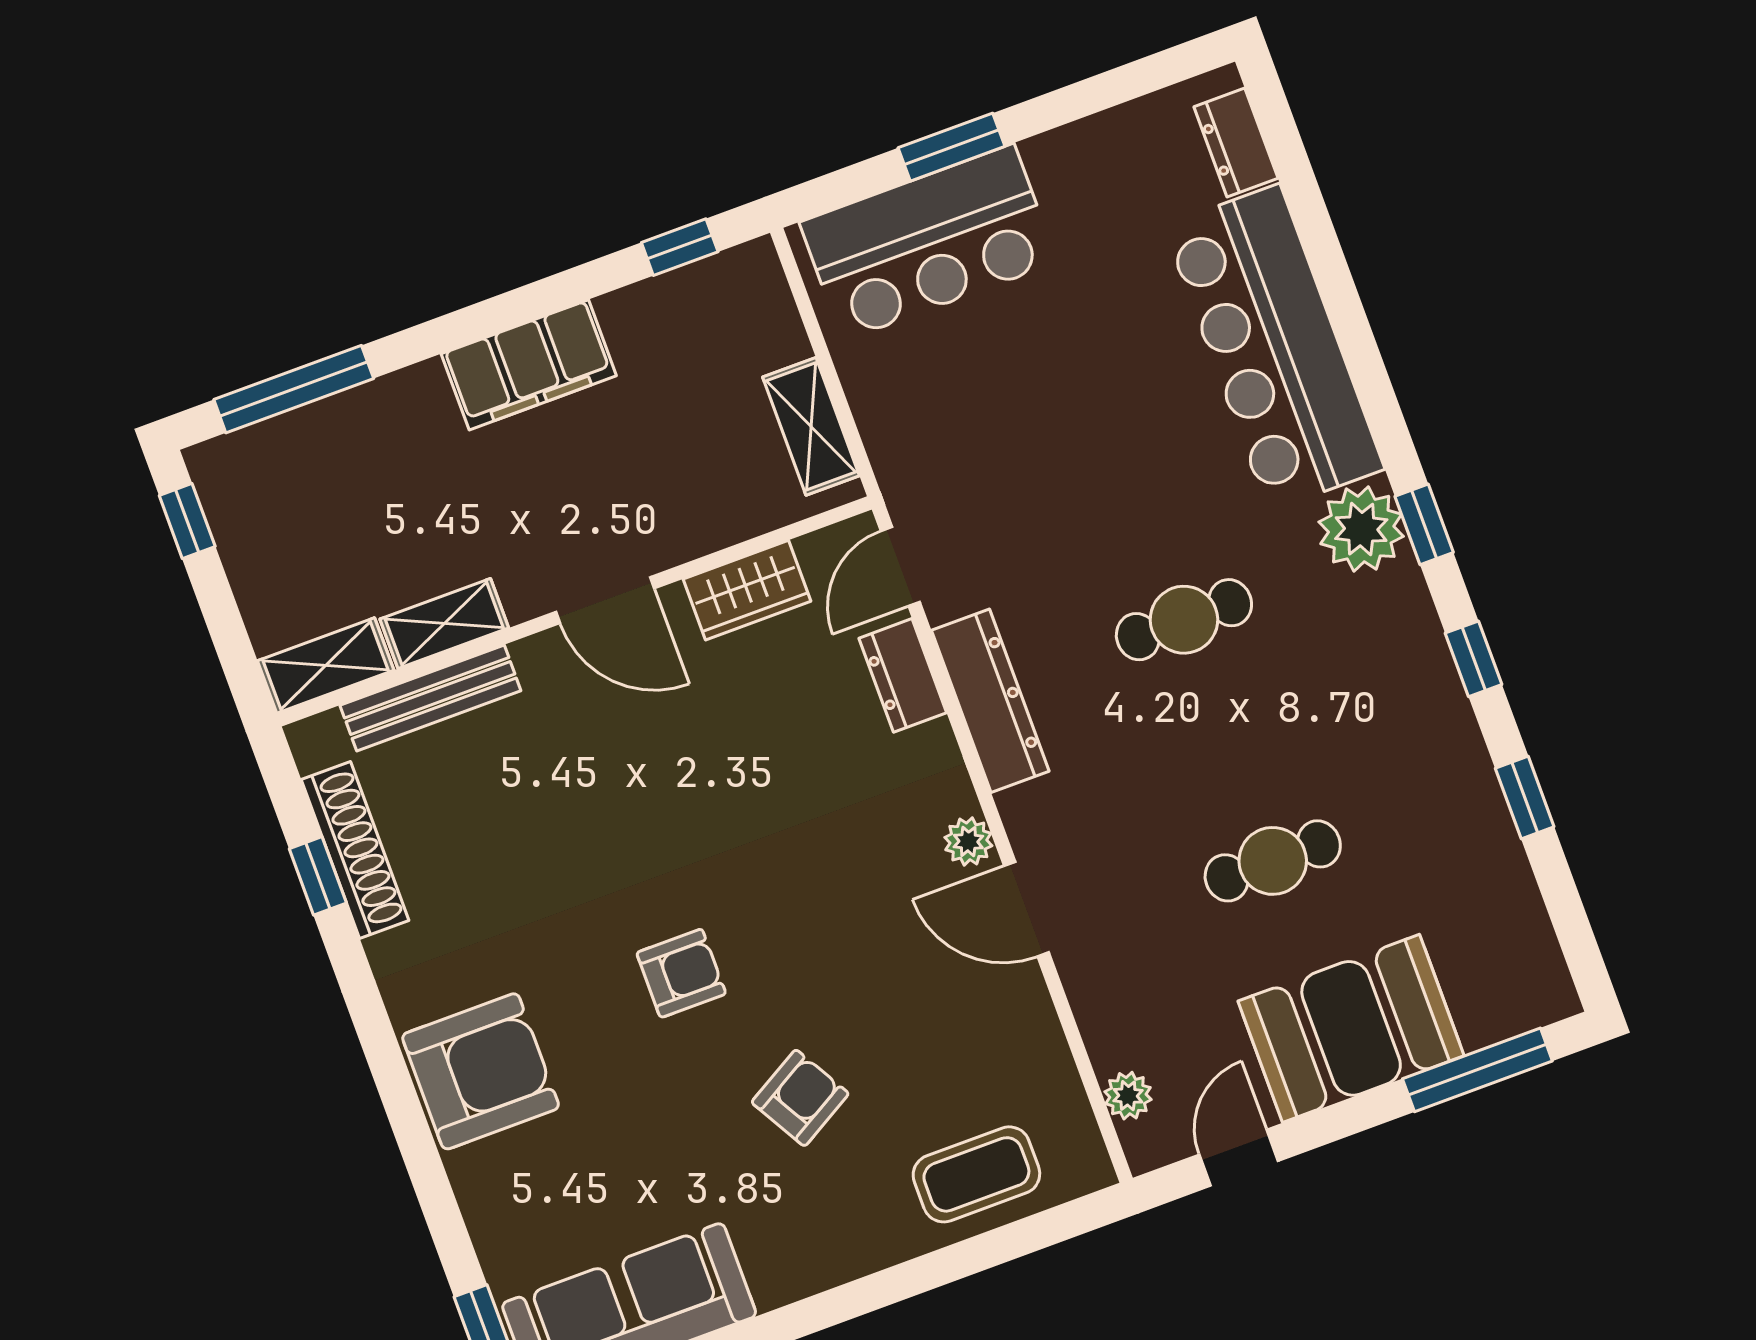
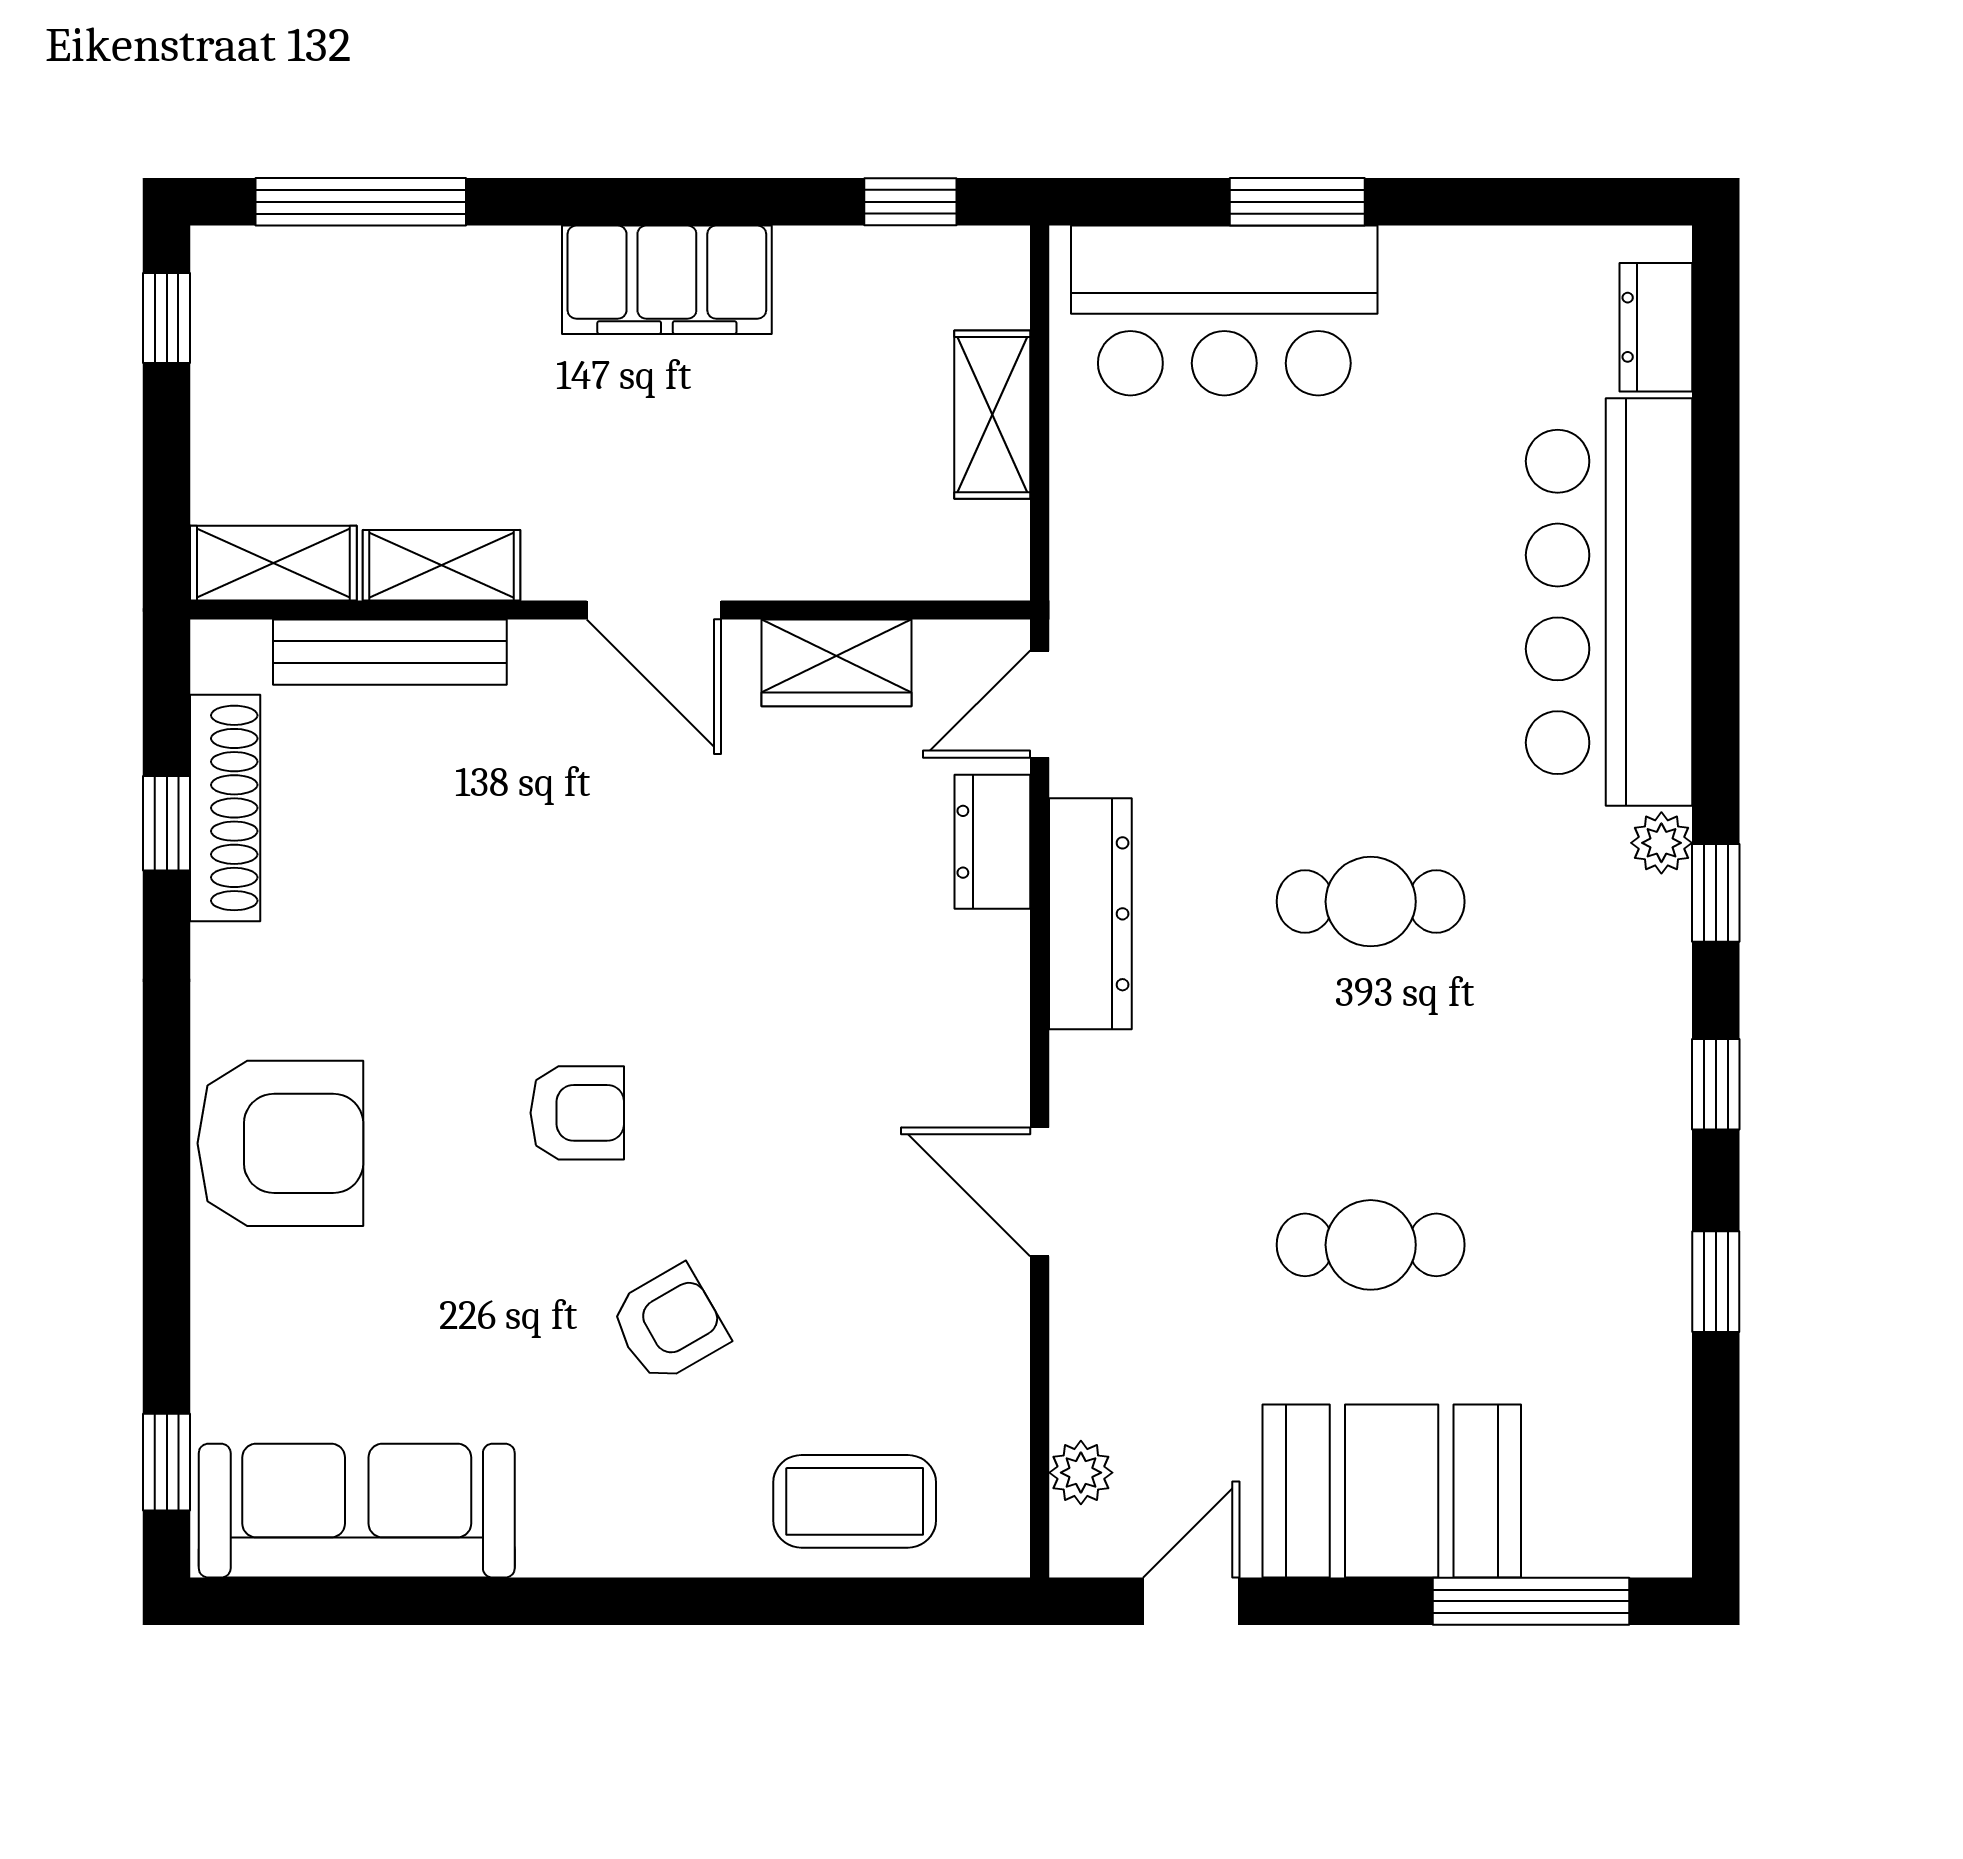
shelving: (811, 426) -> (992, 415), moved
plant: (1361, 529) -> (1661, 843), width x0.53, depth x0.53
plant: (968, 841) -> (998, 1080), removed

